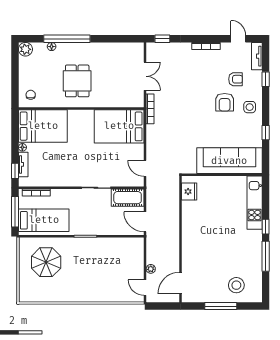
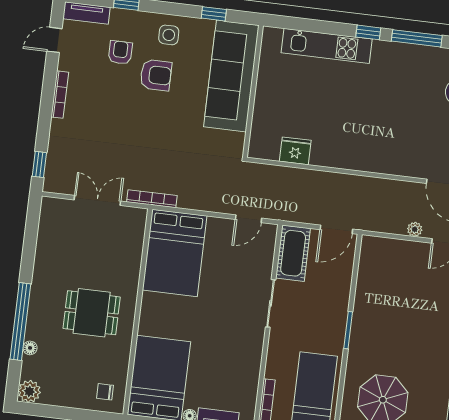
sofa: (229, 161) -> (231, 76), moved
wall: (222, 175) -> (253, 91), moved

